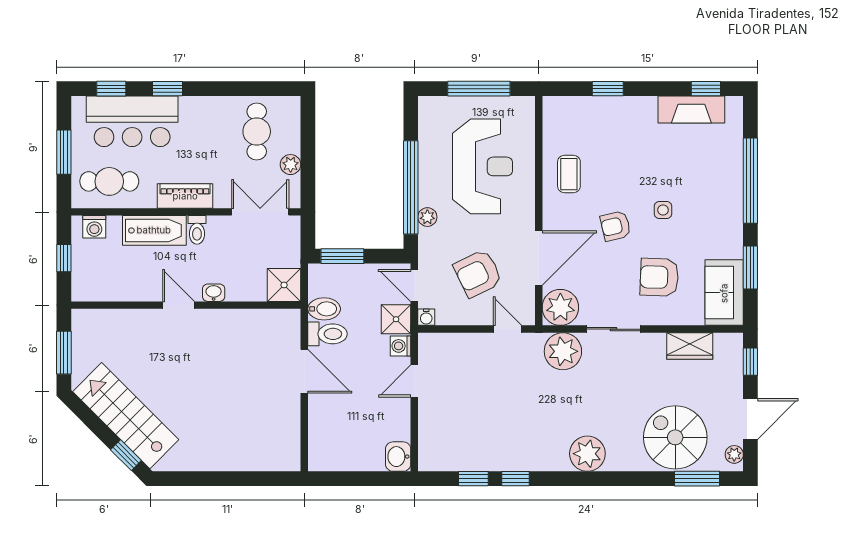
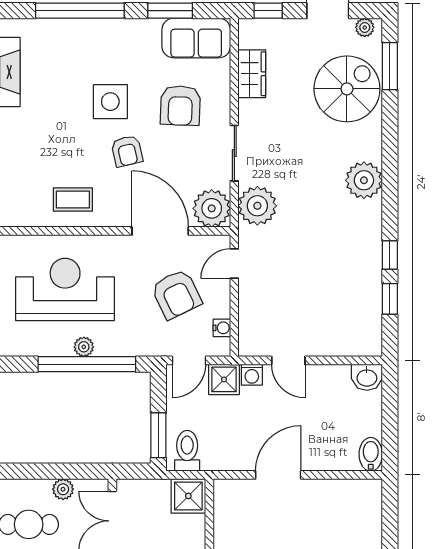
side table: (663, 210) -> (110, 102), width x1.87, depth x1.87
plant: (427, 217) -> (84, 347), moved
bidet: (324, 309) -> (371, 454), moved
water cooler: (426, 317) -> (222, 328), moved
toilet: (327, 334) -> (187, 451), moved
spiral stairs: (675, 437) -> (347, 89), turned 180

